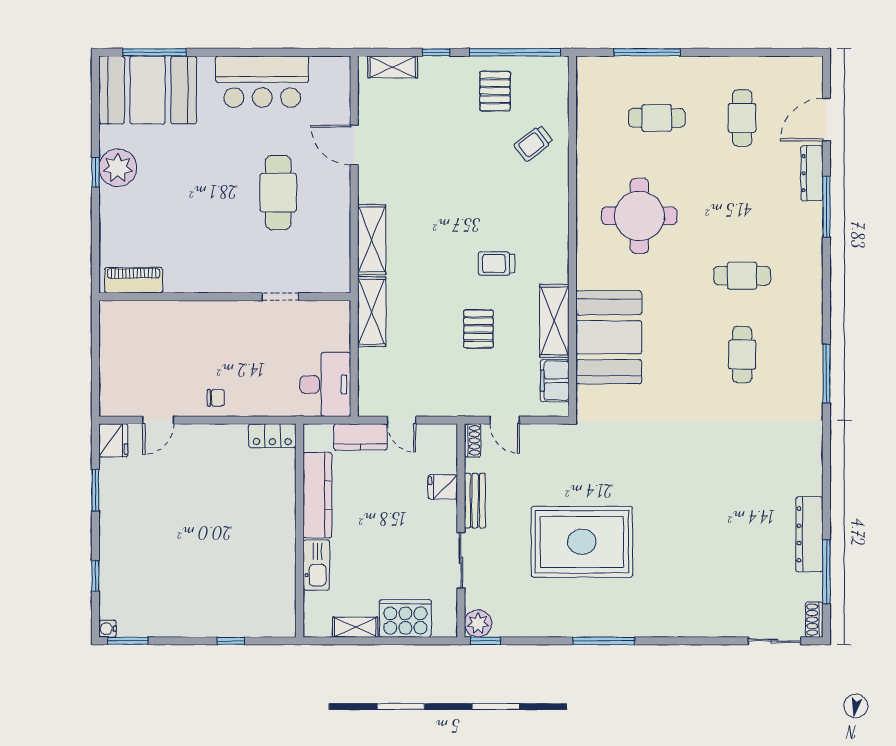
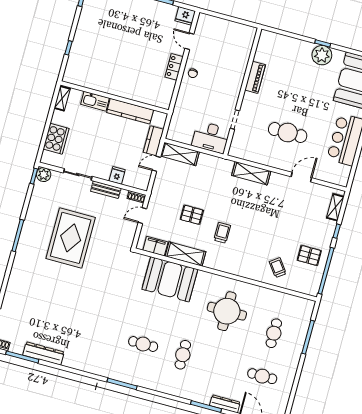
piano: (134, 280) -> (255, 77), moved
shelving: (372, 312) -> (180, 154), moved
desk: (325, 384) -> (211, 137), moved
locker: (272, 436) -> (174, 67), moved
shelving: (355, 627) -> (62, 98), moved

